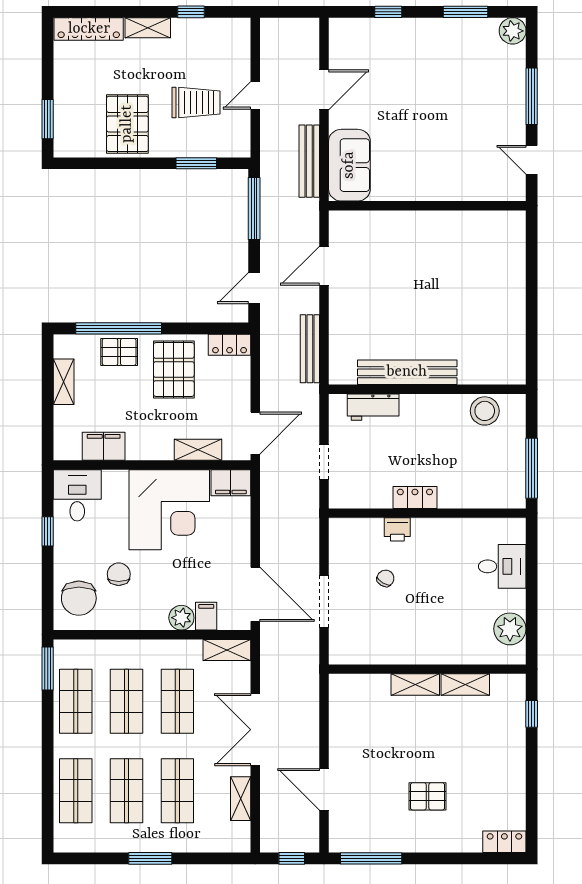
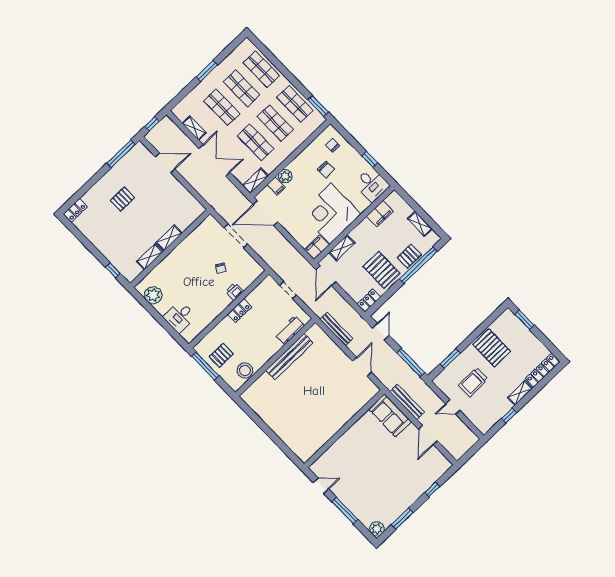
door: (255, 95) -> (453, 407), swing flipped
pallet: (497, 462) -> (221, 355), added
chair: (79, 598) -> (332, 145), width x0.54, depth x0.54

